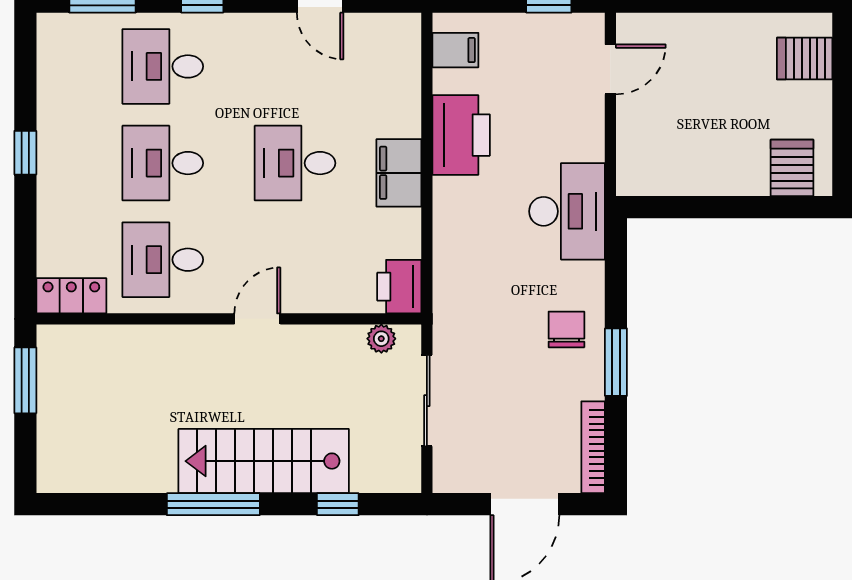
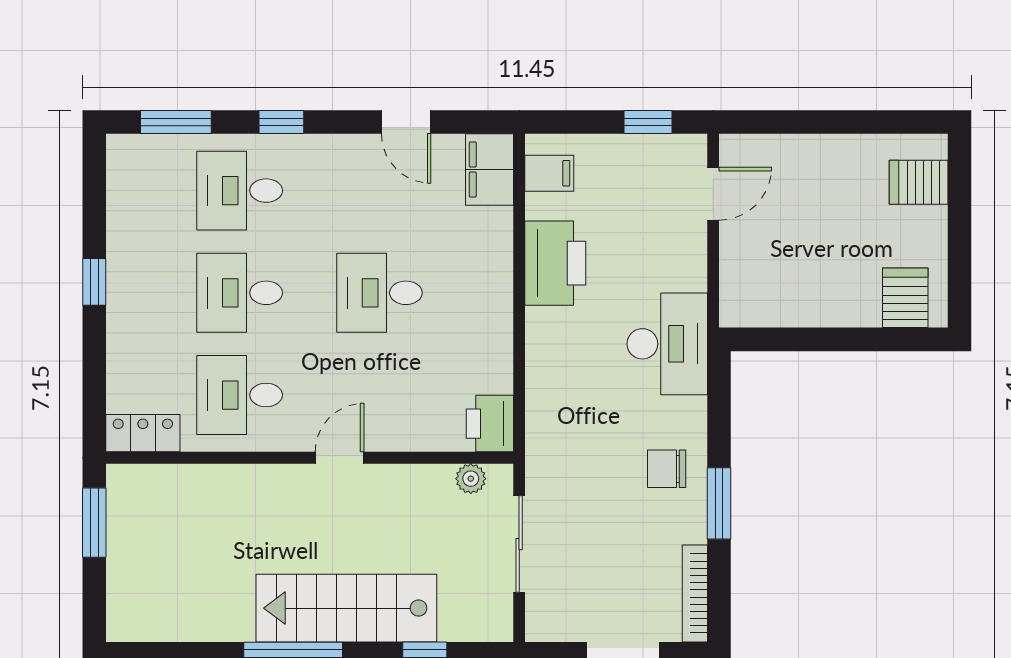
filing cabinet: (399, 173) -> (489, 169), moved
chair: (566, 329) -> (667, 469), turned -90

